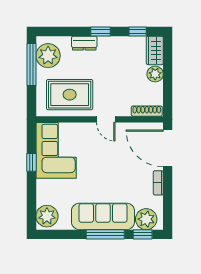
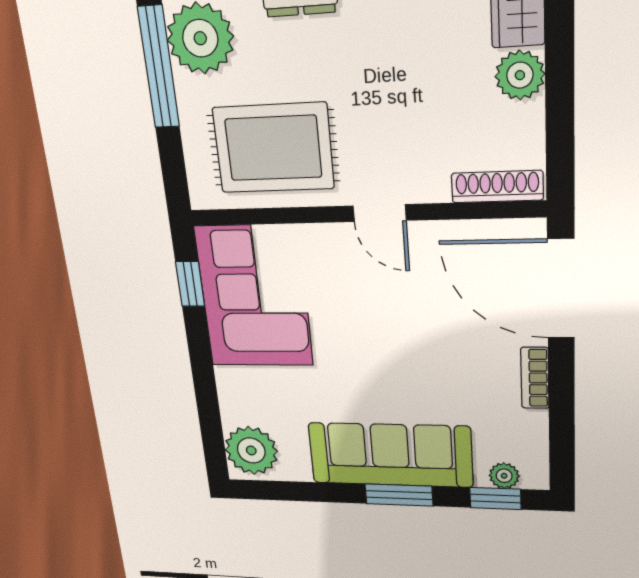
window: (31, 162) -> (190, 284), moved
plant: (146, 219) -> (504, 476), width x0.53, depth x0.53
window: (105, 234) -> (399, 495), width x0.69

